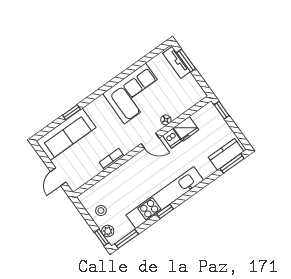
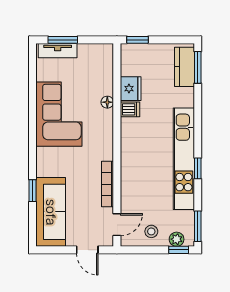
door: (150, 141) -> (117, 225), moved
bookcase: (112, 159) -> (108, 184), width x1.56

